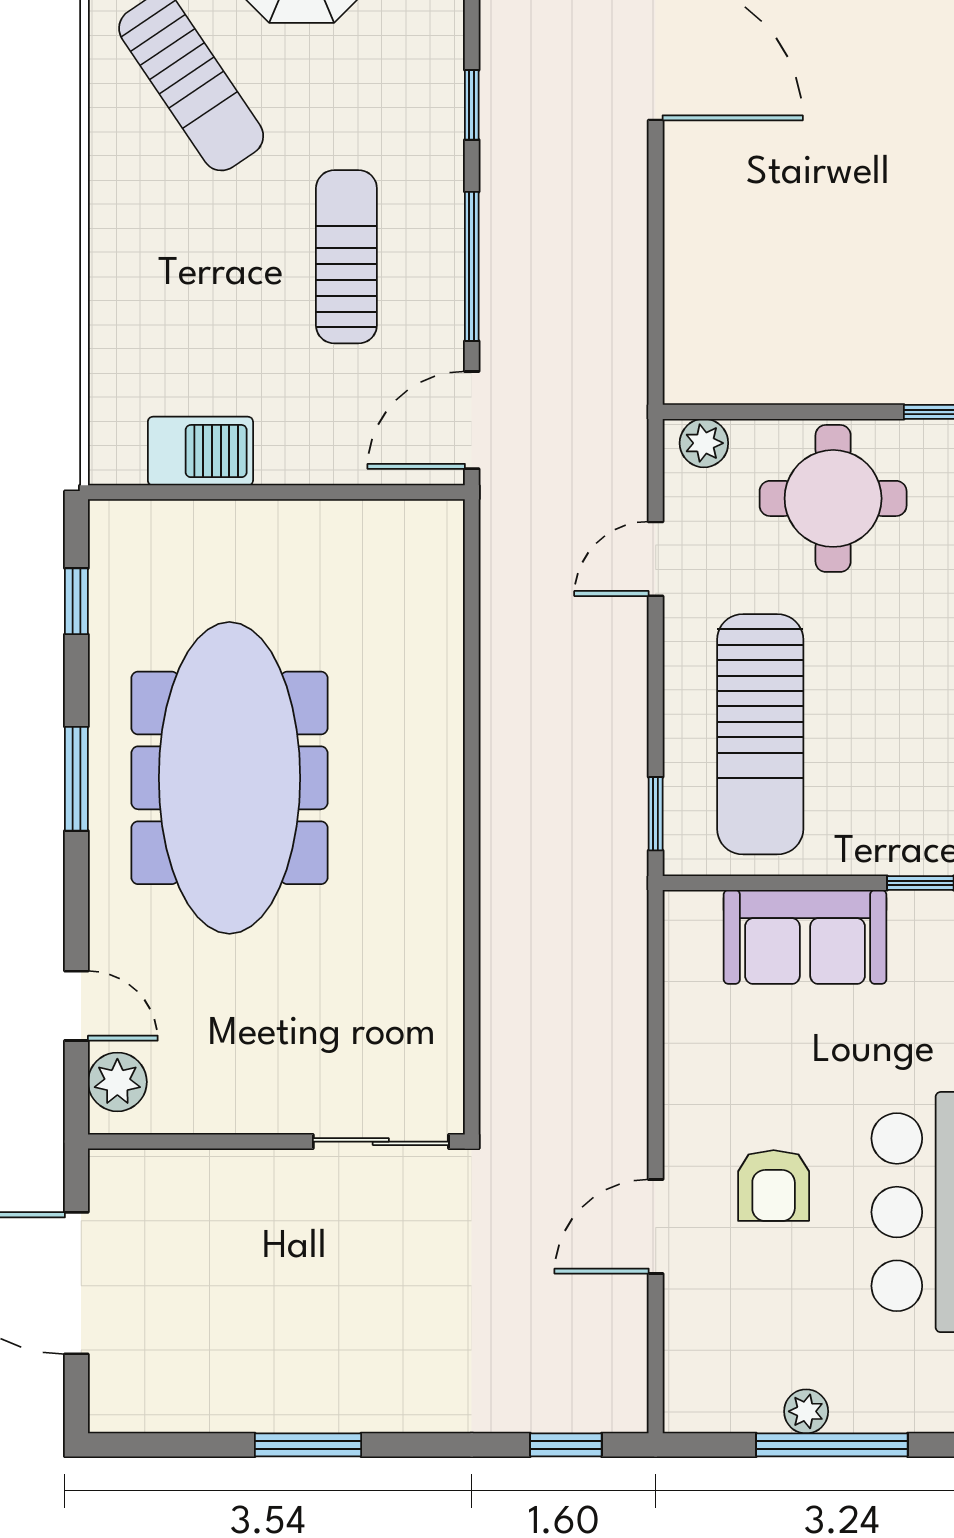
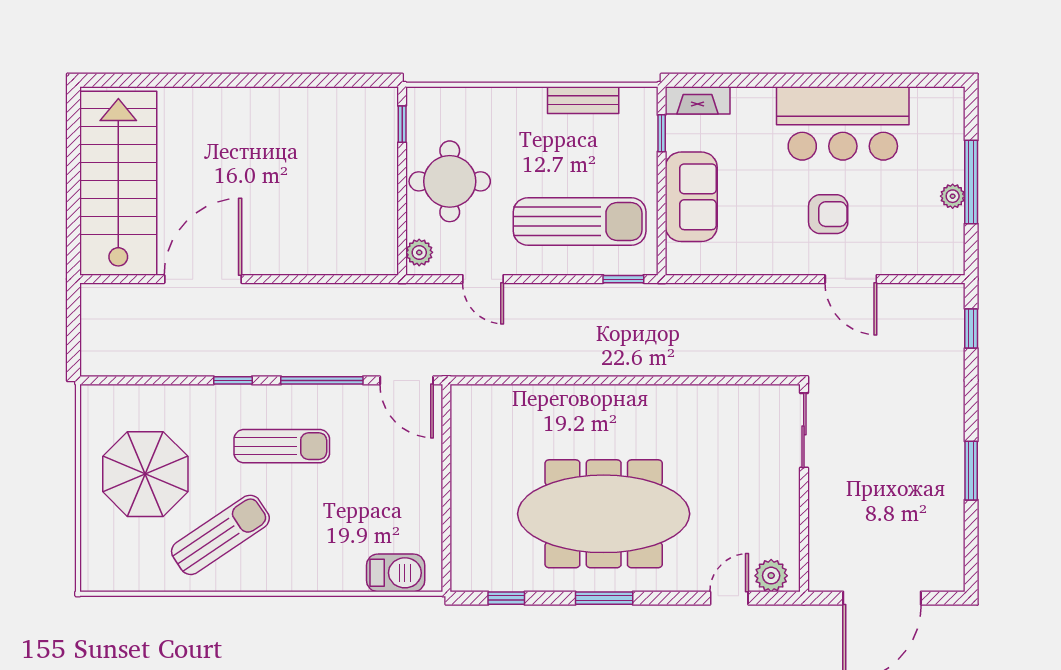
sun lounger: (346, 257) -> (282, 446), moved, turned 180
barbecue: (200, 451) -> (396, 573), moved, turned 90

